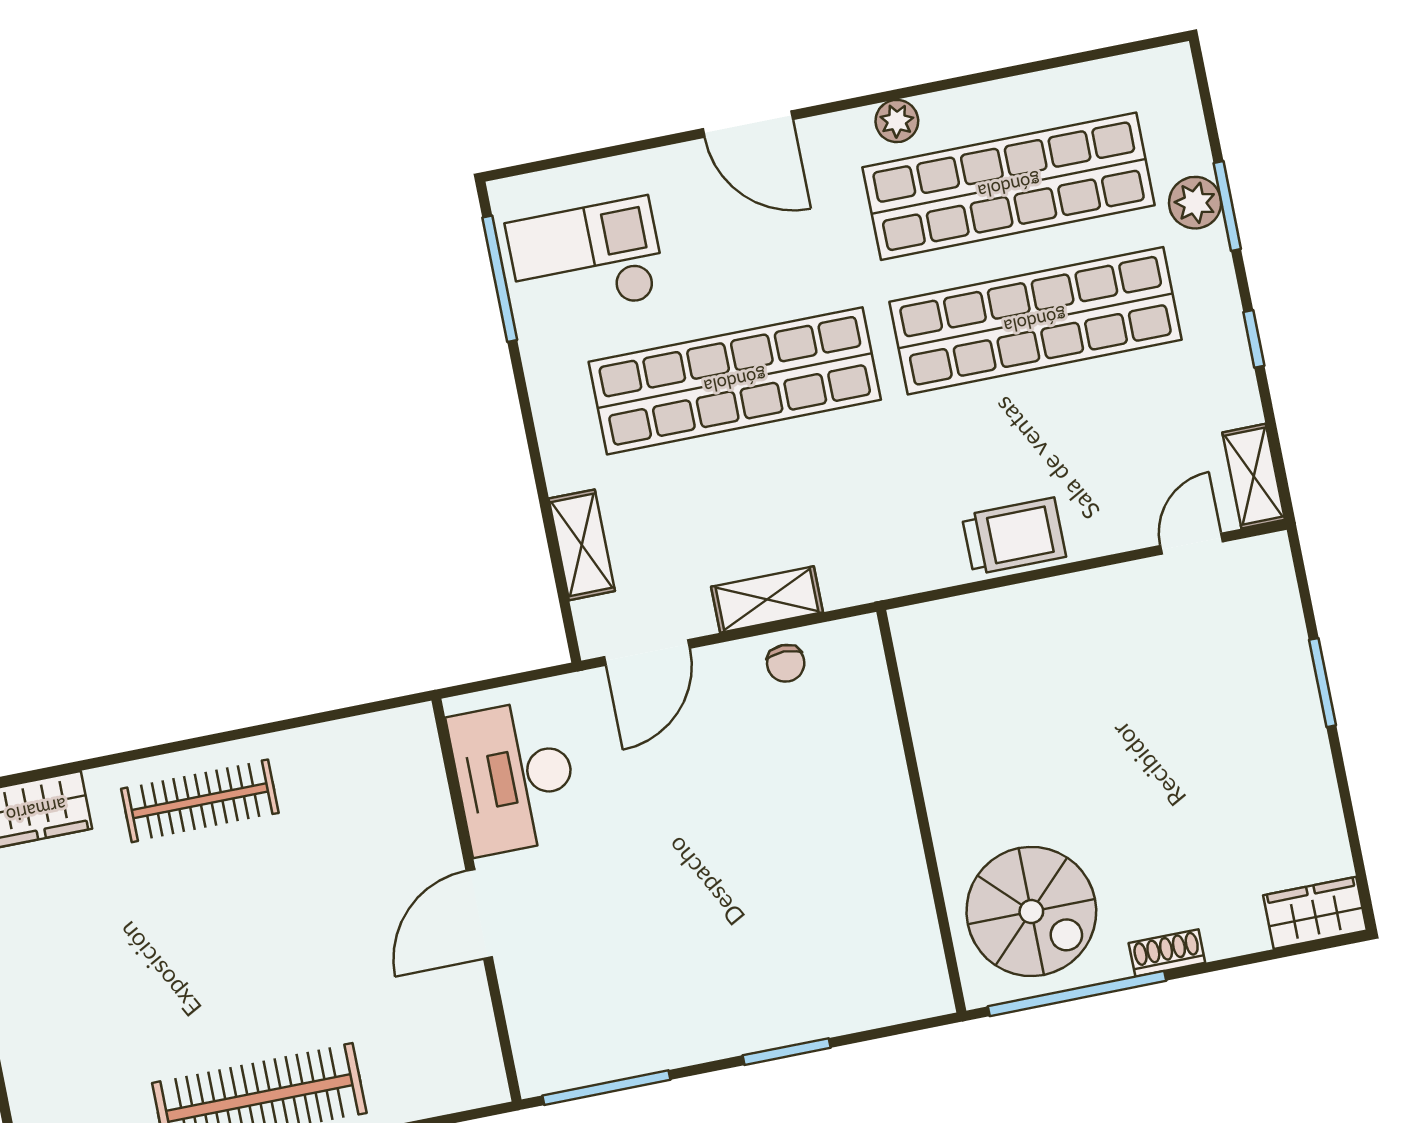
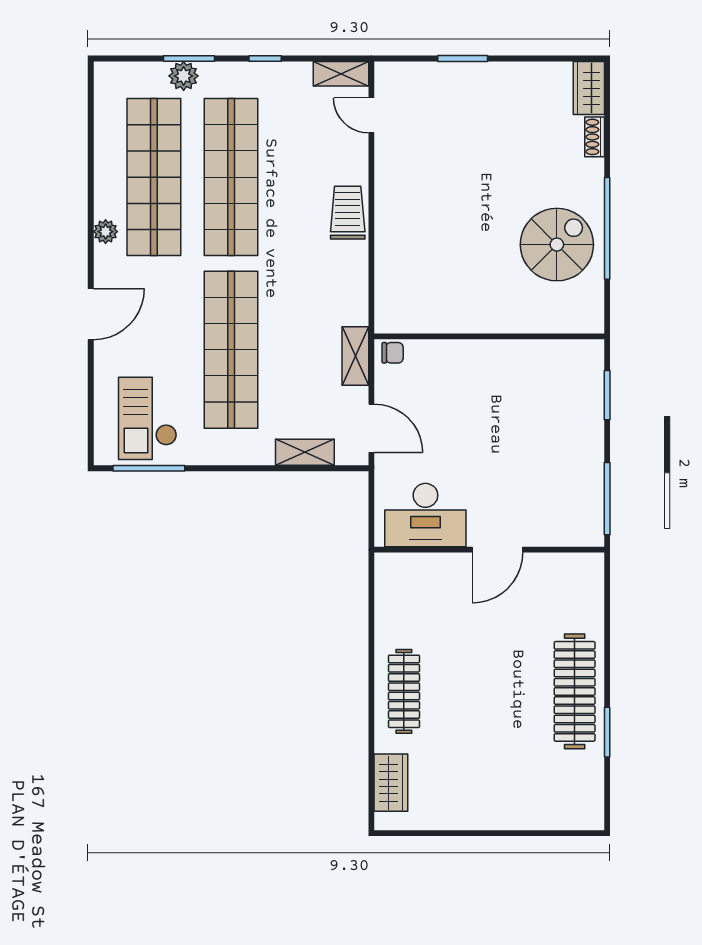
wall: (921, 811) -> (489, 336), moved
door: (479, 914) -> (497, 550), hinge flipped
shoe rack: (1167, 953) -> (595, 137), moved

